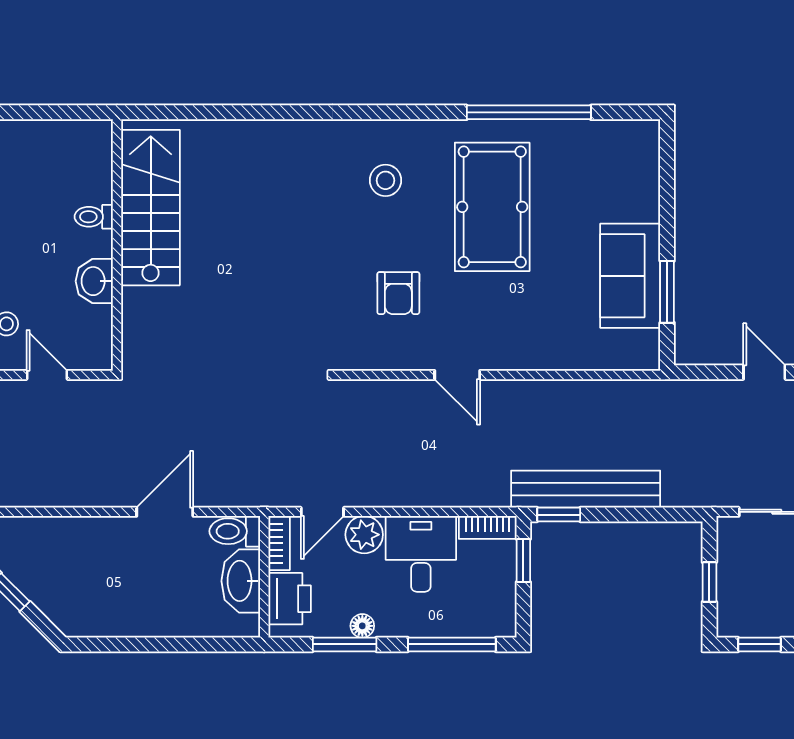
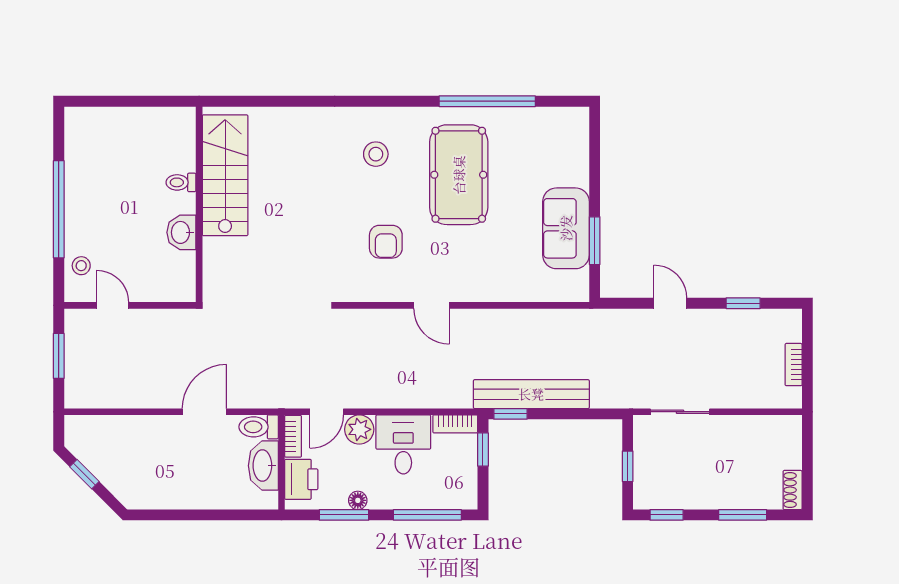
stairs: (151, 208) -> (225, 175), moved
toilet: (94, 217) -> (181, 182), moved
wall: (117, 245) -> (199, 204), moved
washbasin: (94, 281) -> (181, 232), moved

